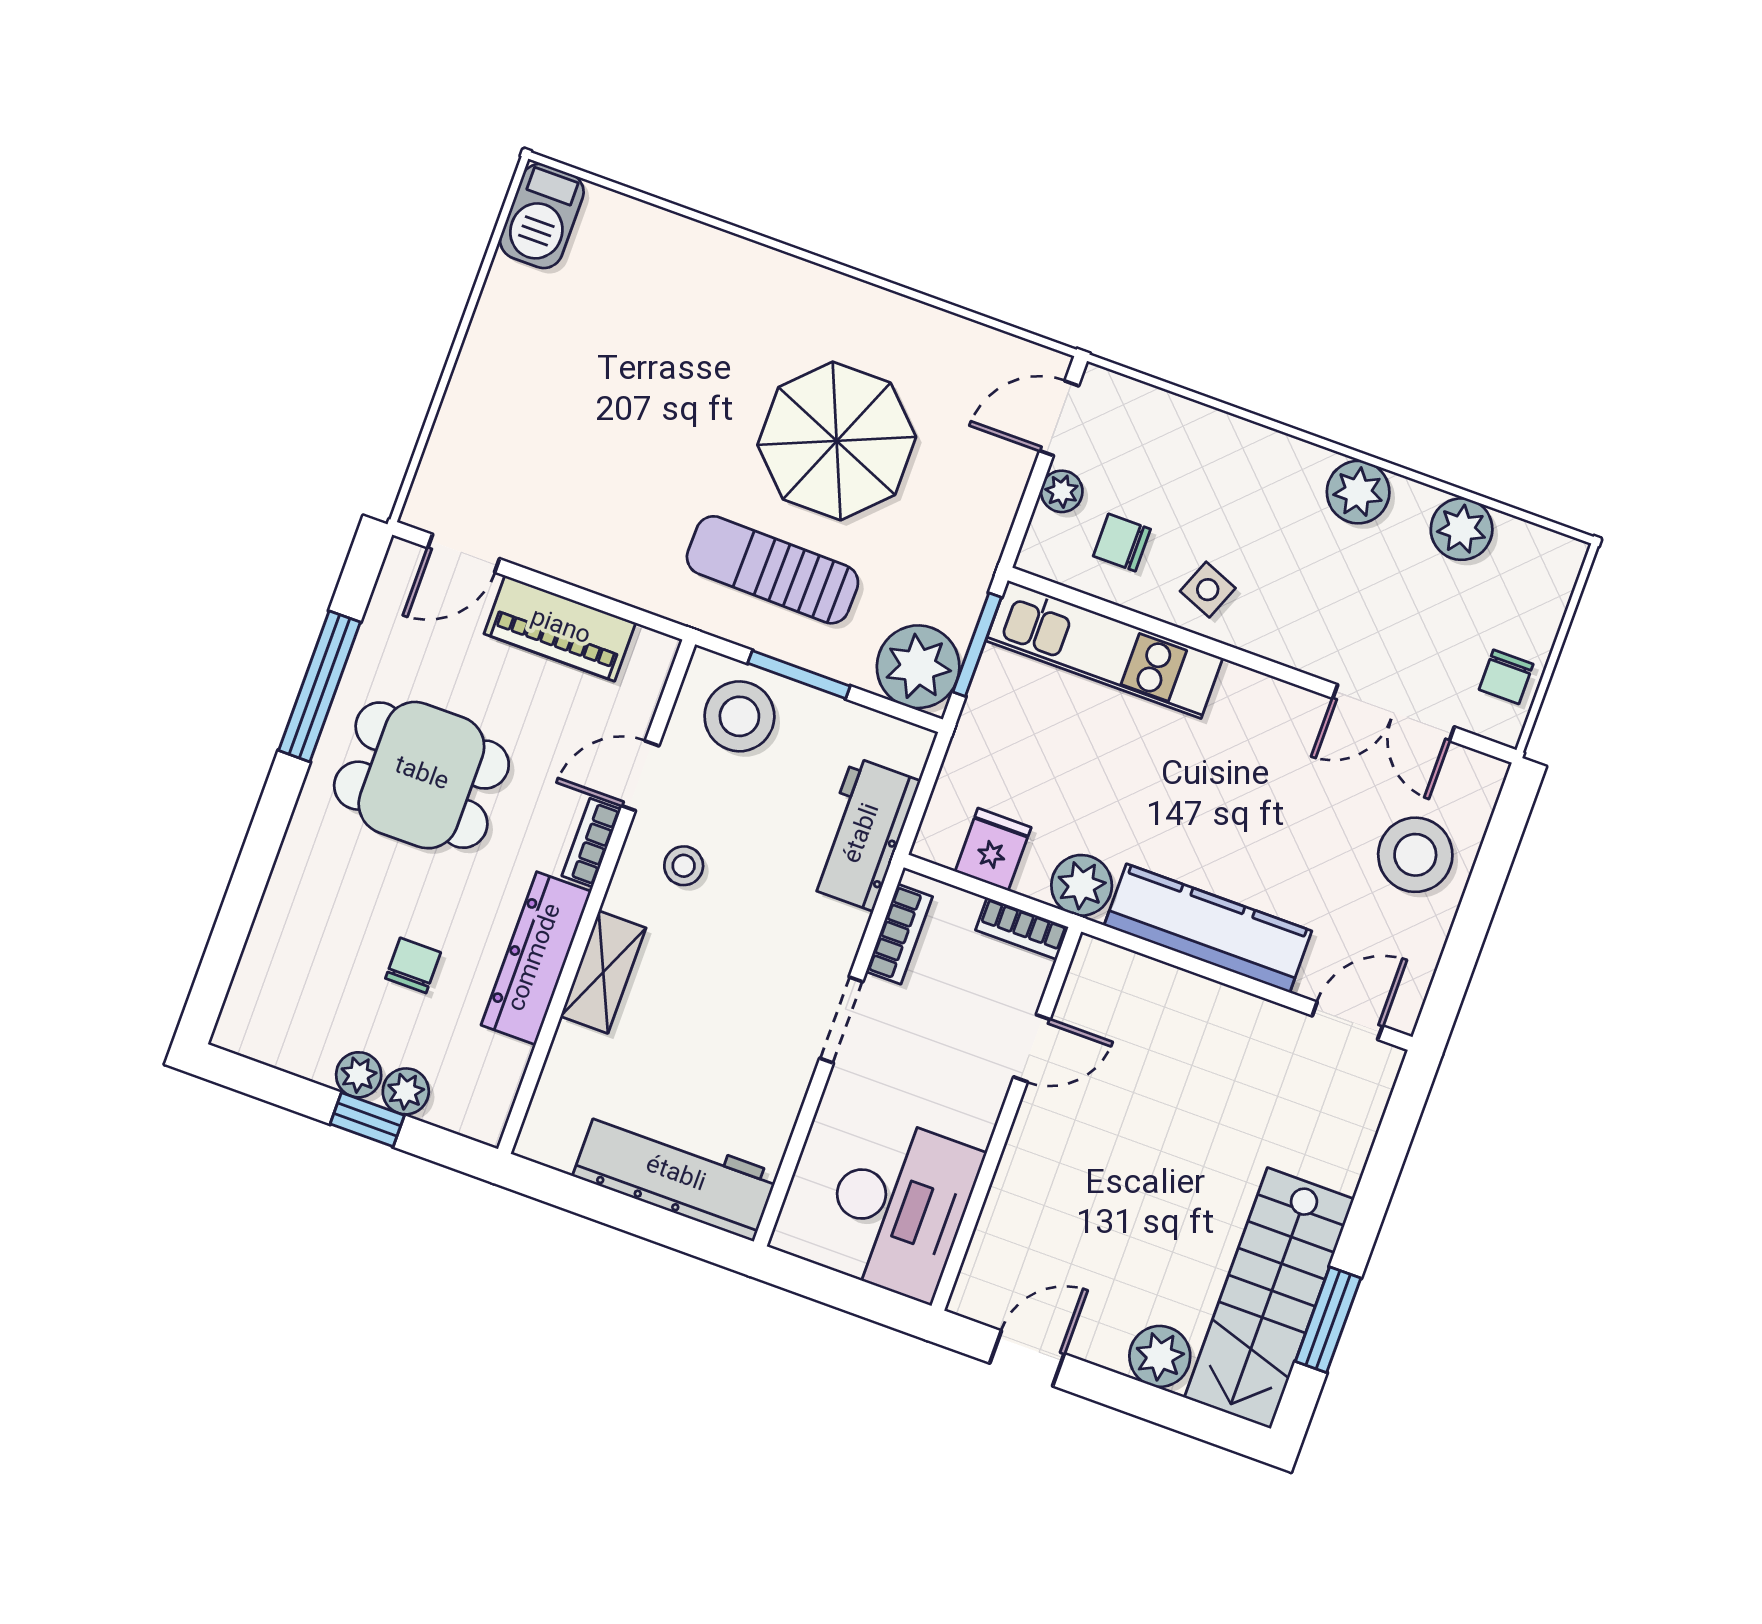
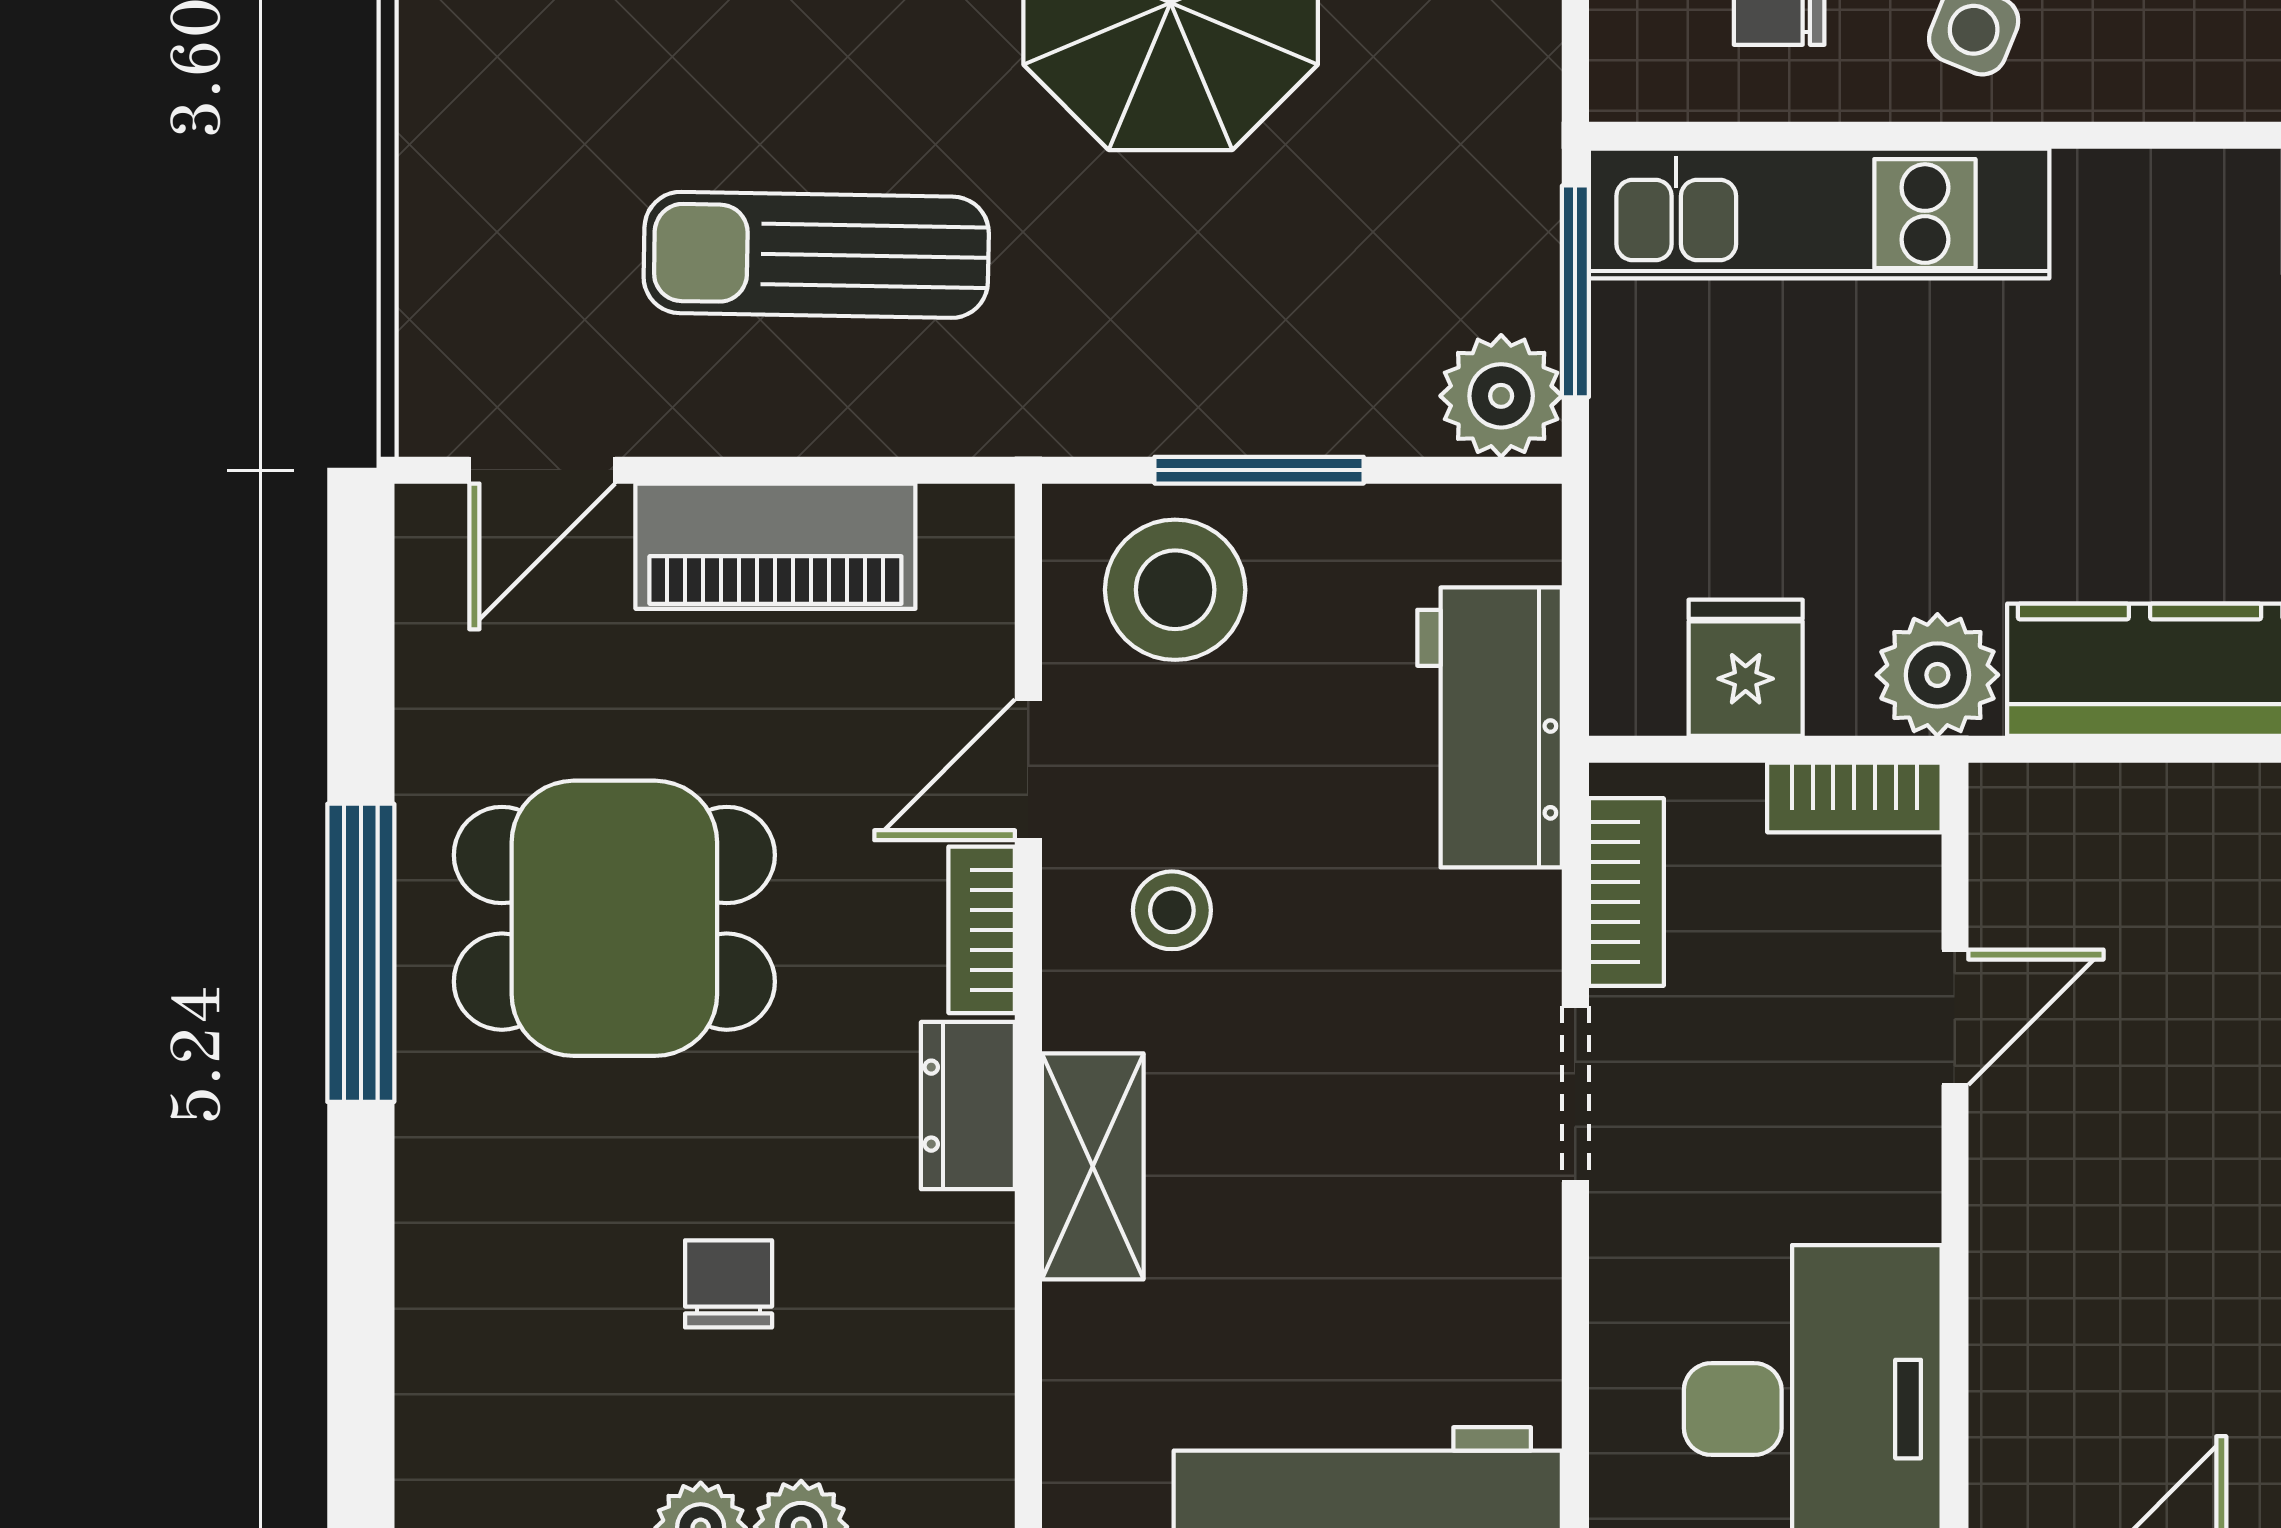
sun lounger: (772, 570) -> (816, 255), moved
plant: (918, 667) -> (1501, 396), width x0.73, depth x0.73
window: (319, 686) -> (361, 953), moved
dresser: (536, 958) -> (968, 1106), width x0.51, depth x0.80

